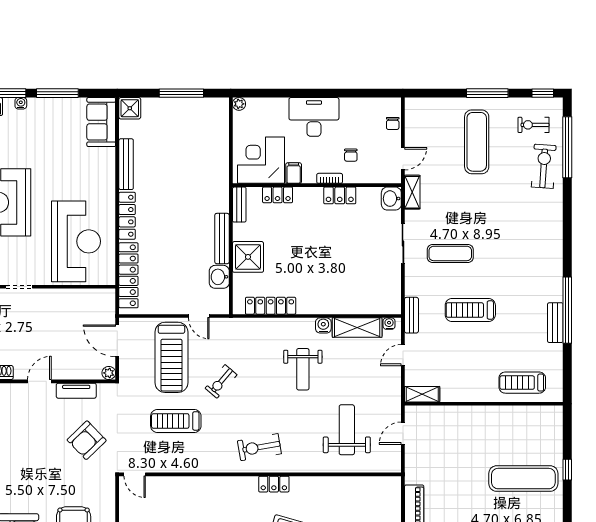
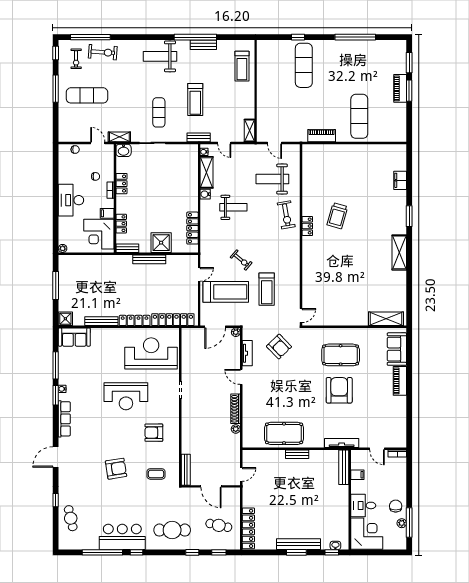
exercise bike: (544, 166) -> (103, 52), turned 180
weight bench: (537, 255) -> (160, 56), added
washbasin: (219, 277) -> (174, 261), removed
exercise bike: (259, 447) -> (286, 215), moved

